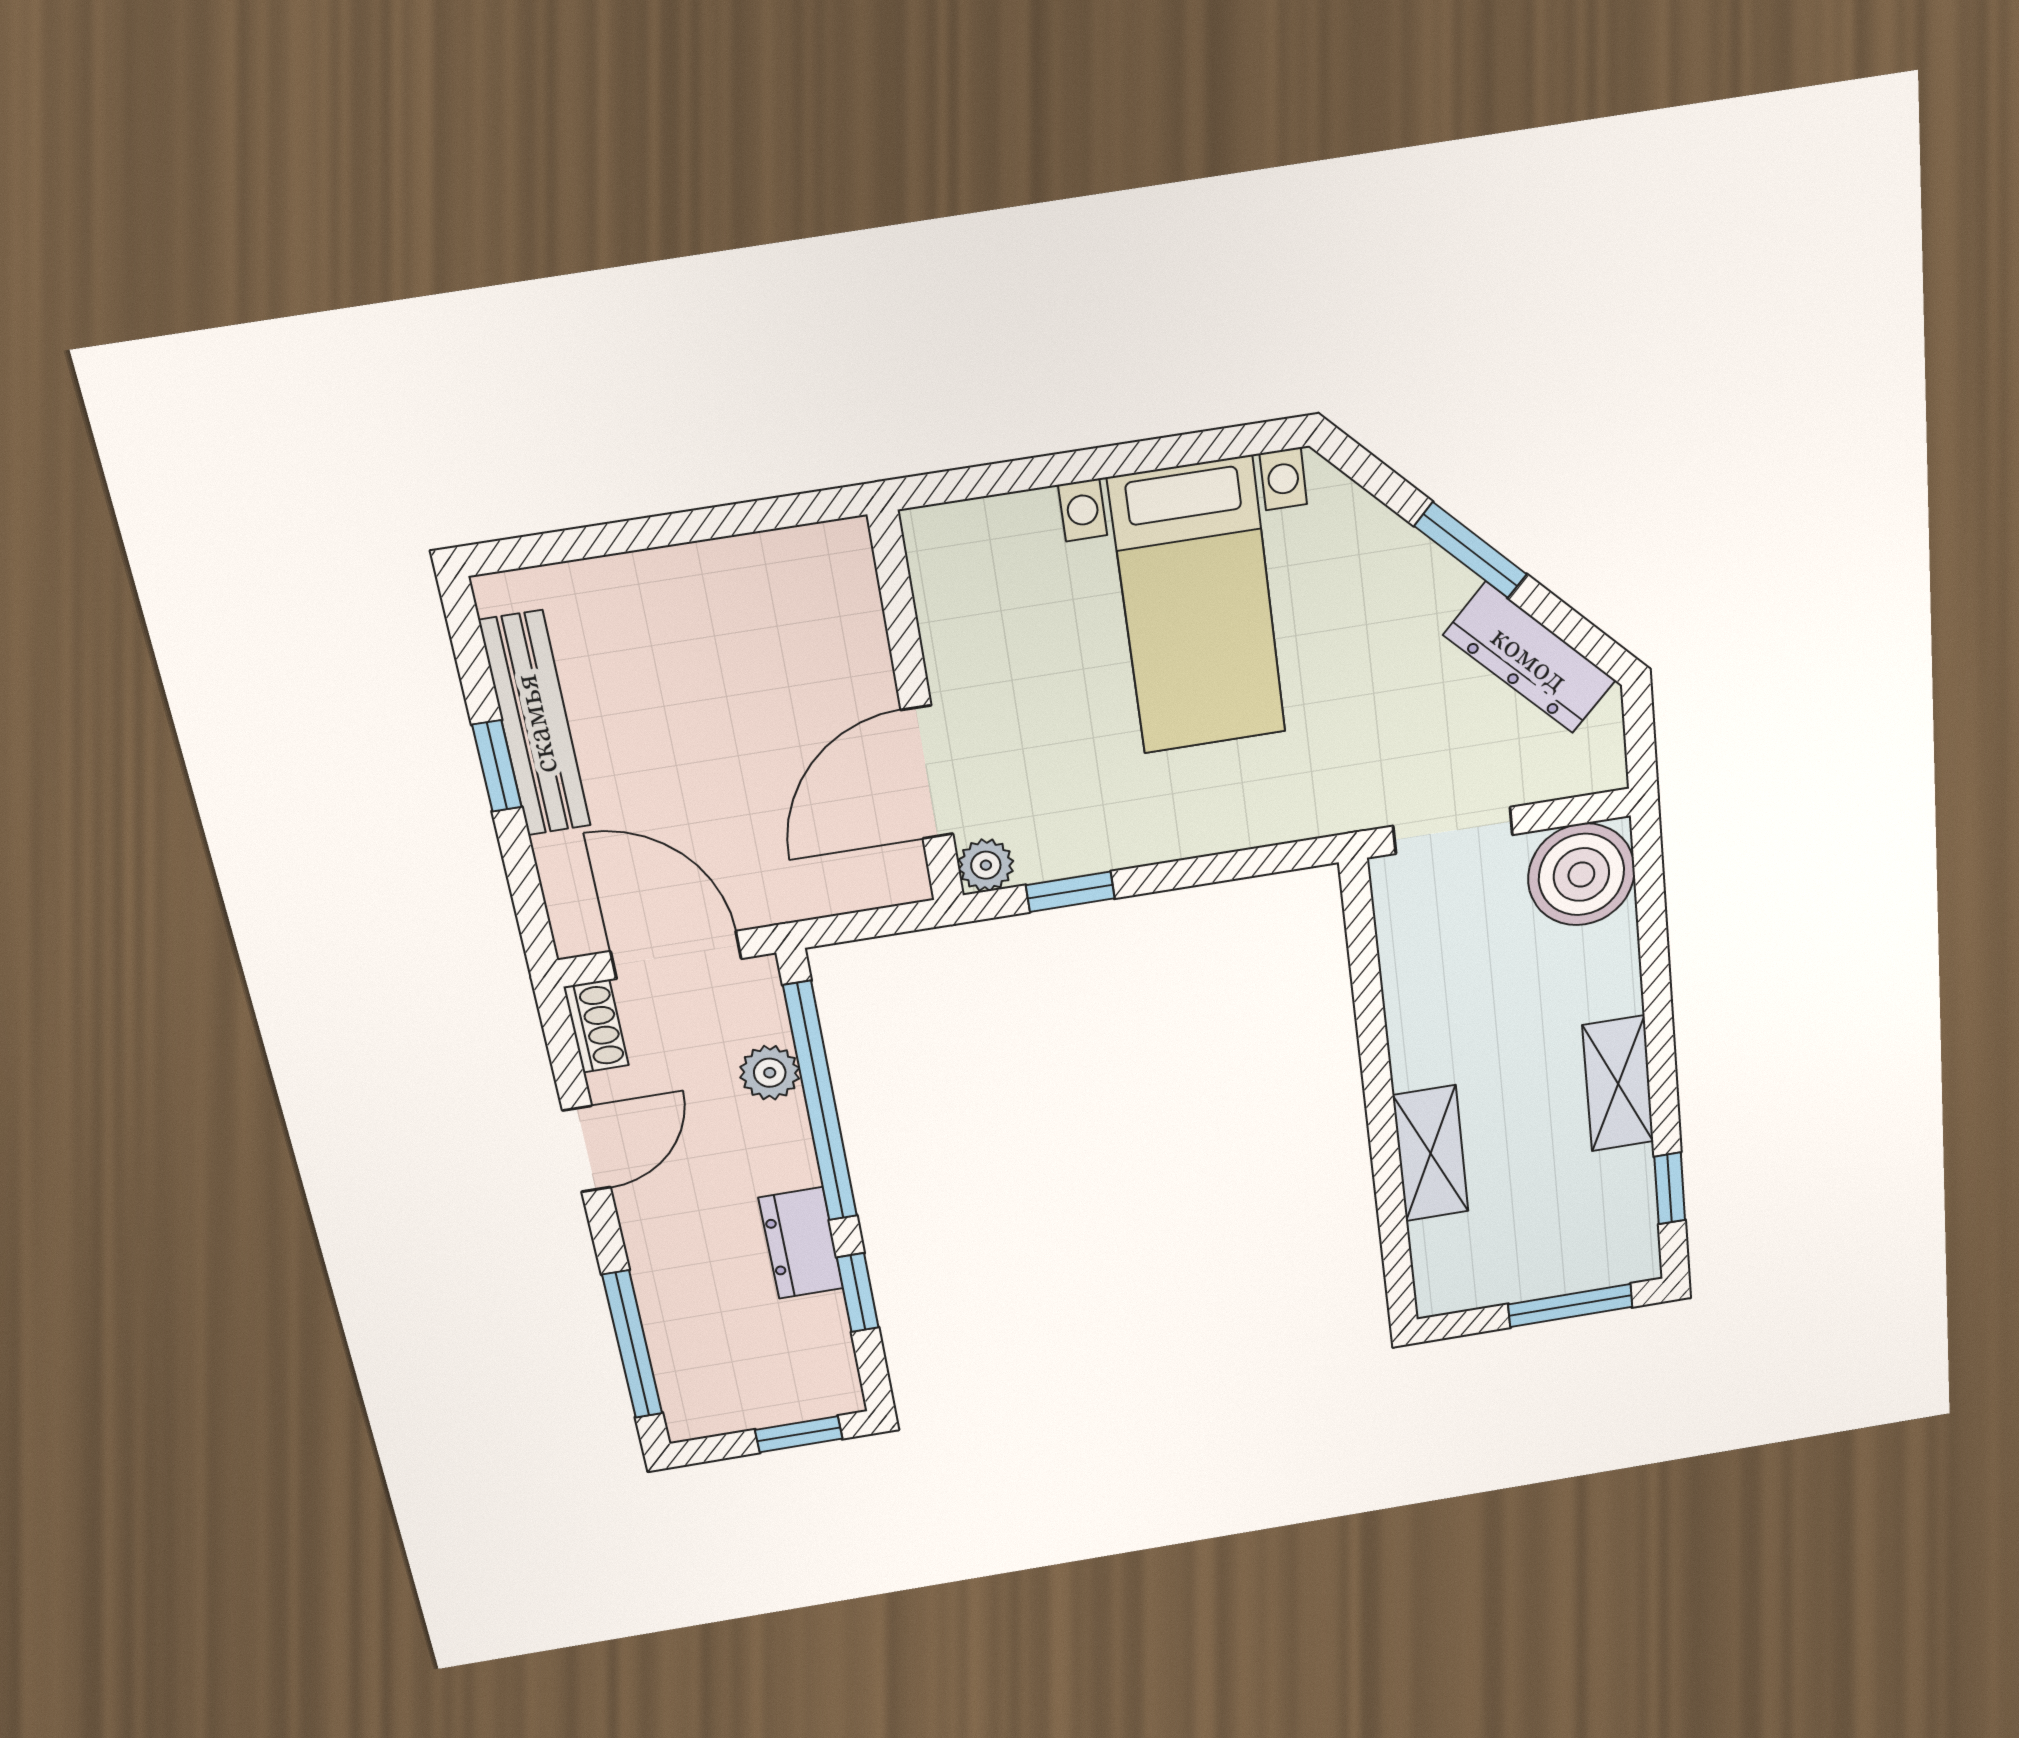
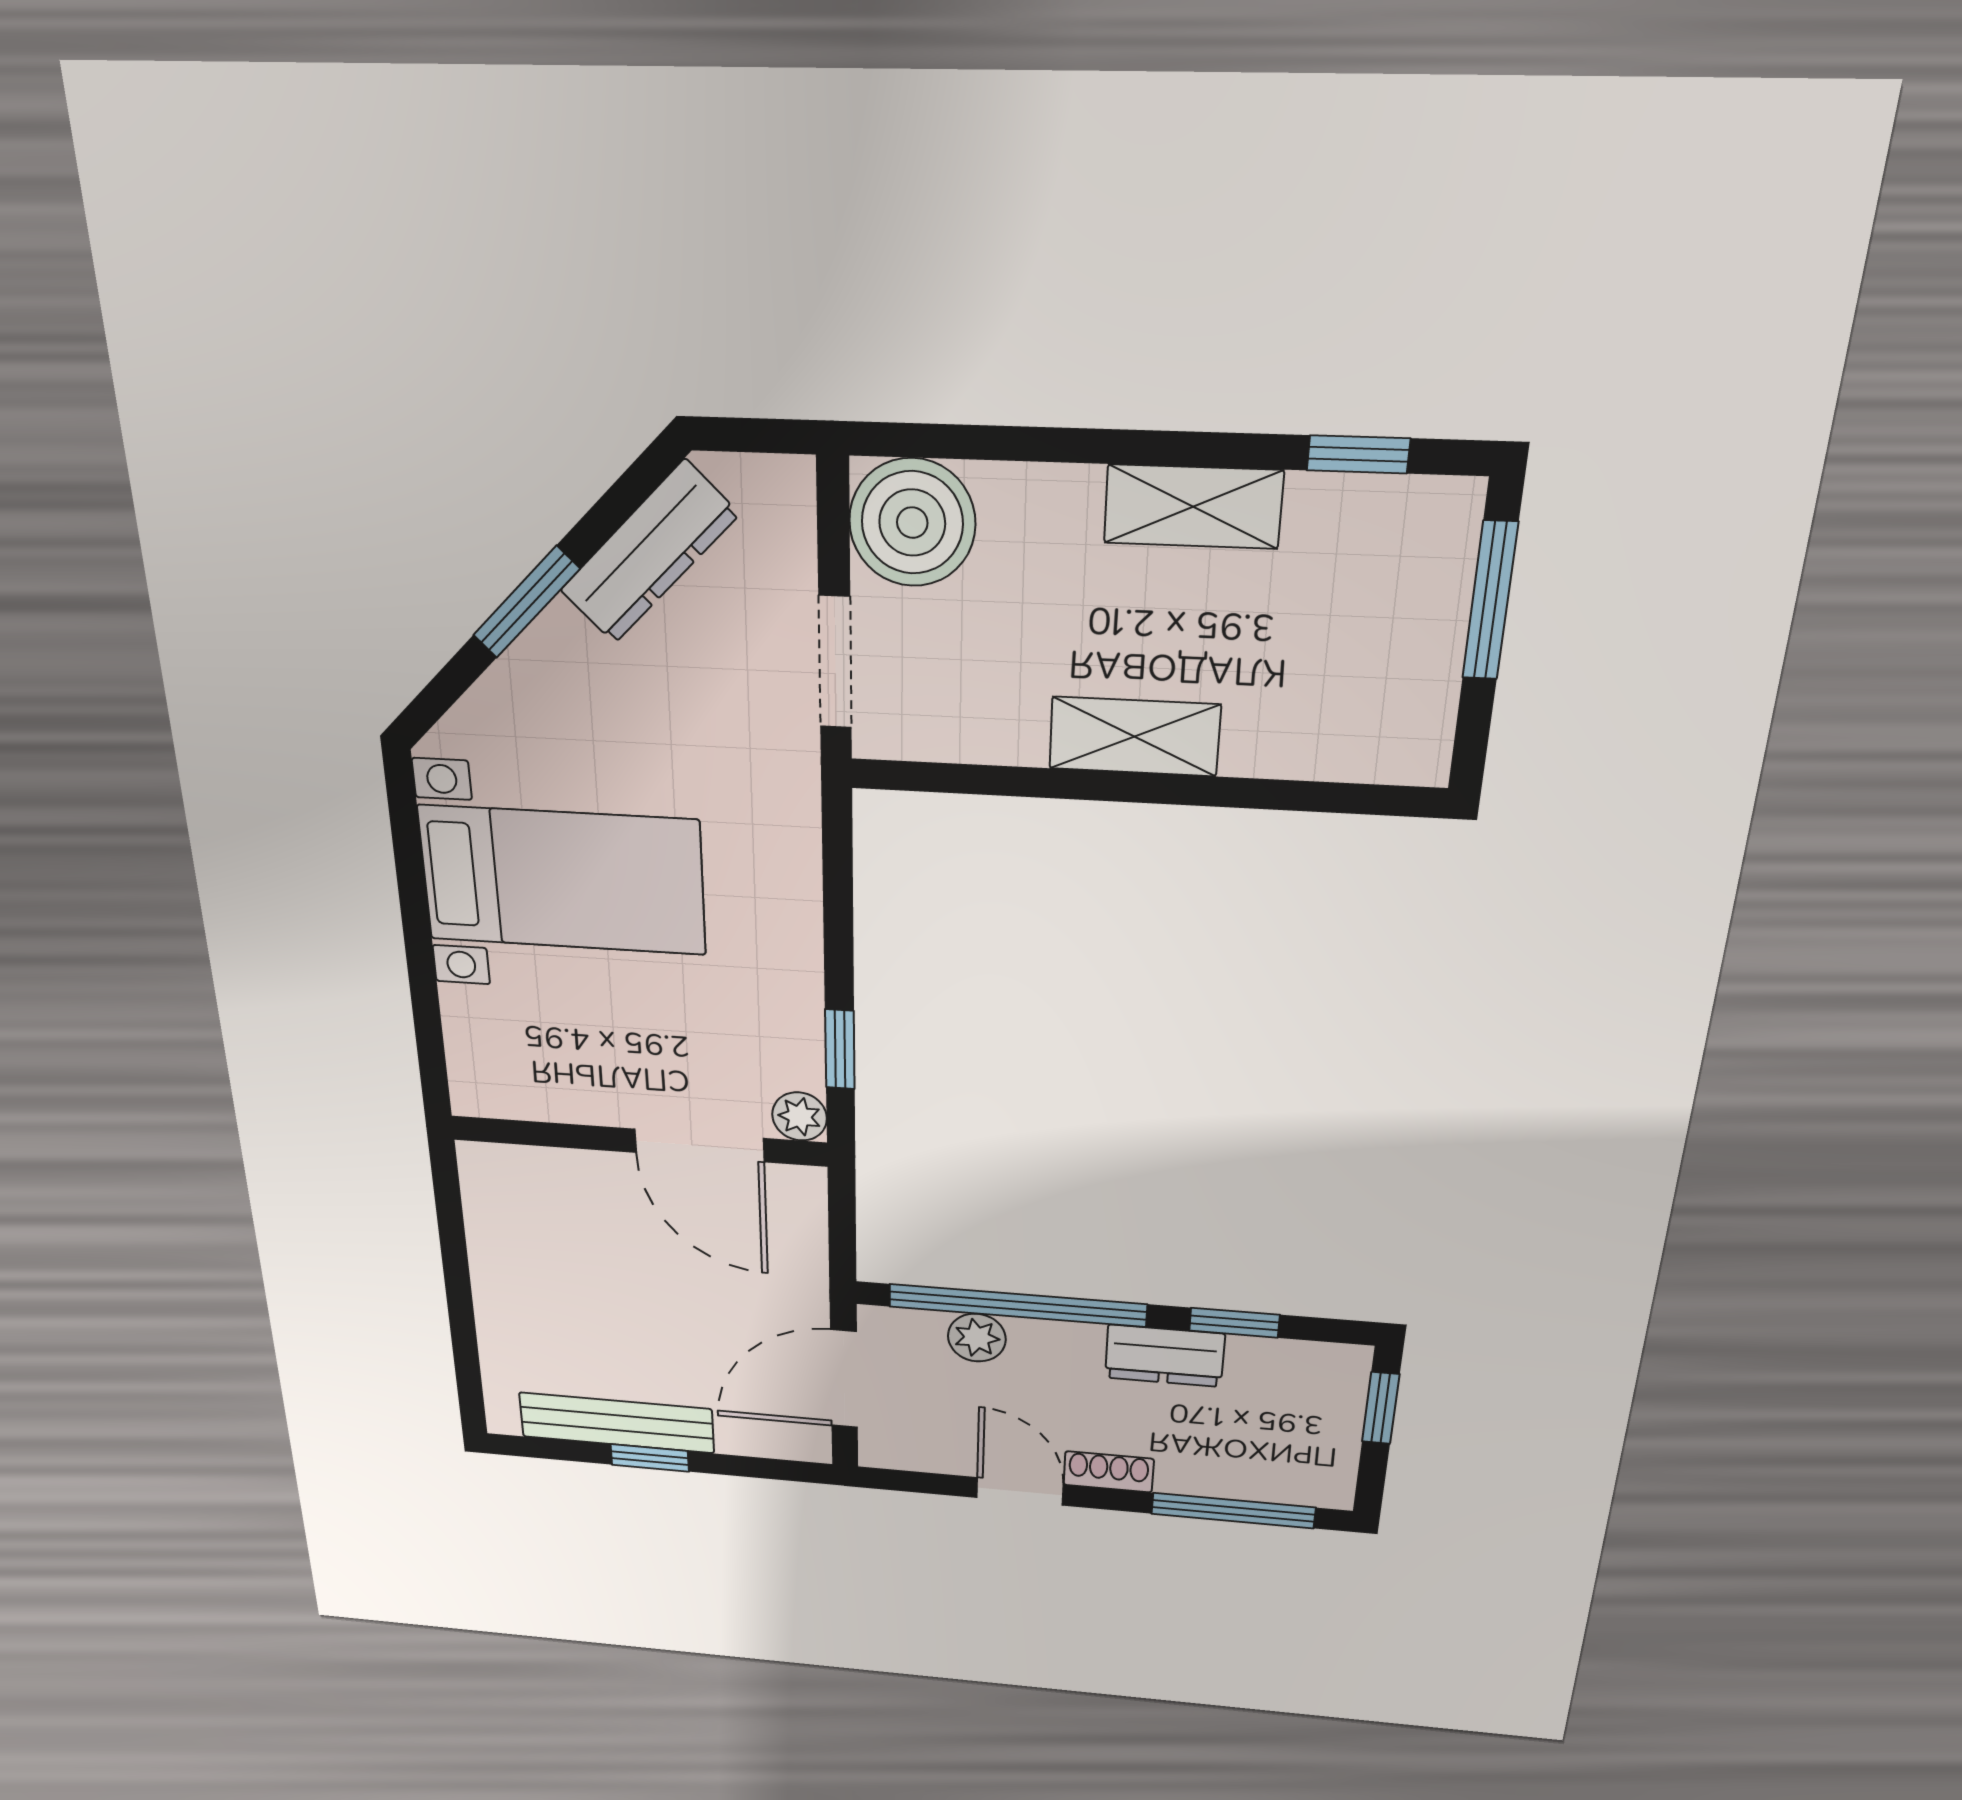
shoe rack: (596, 1026) -> (1109, 1472), moved
shelving: (1431, 1154) -> (1134, 737), moved

